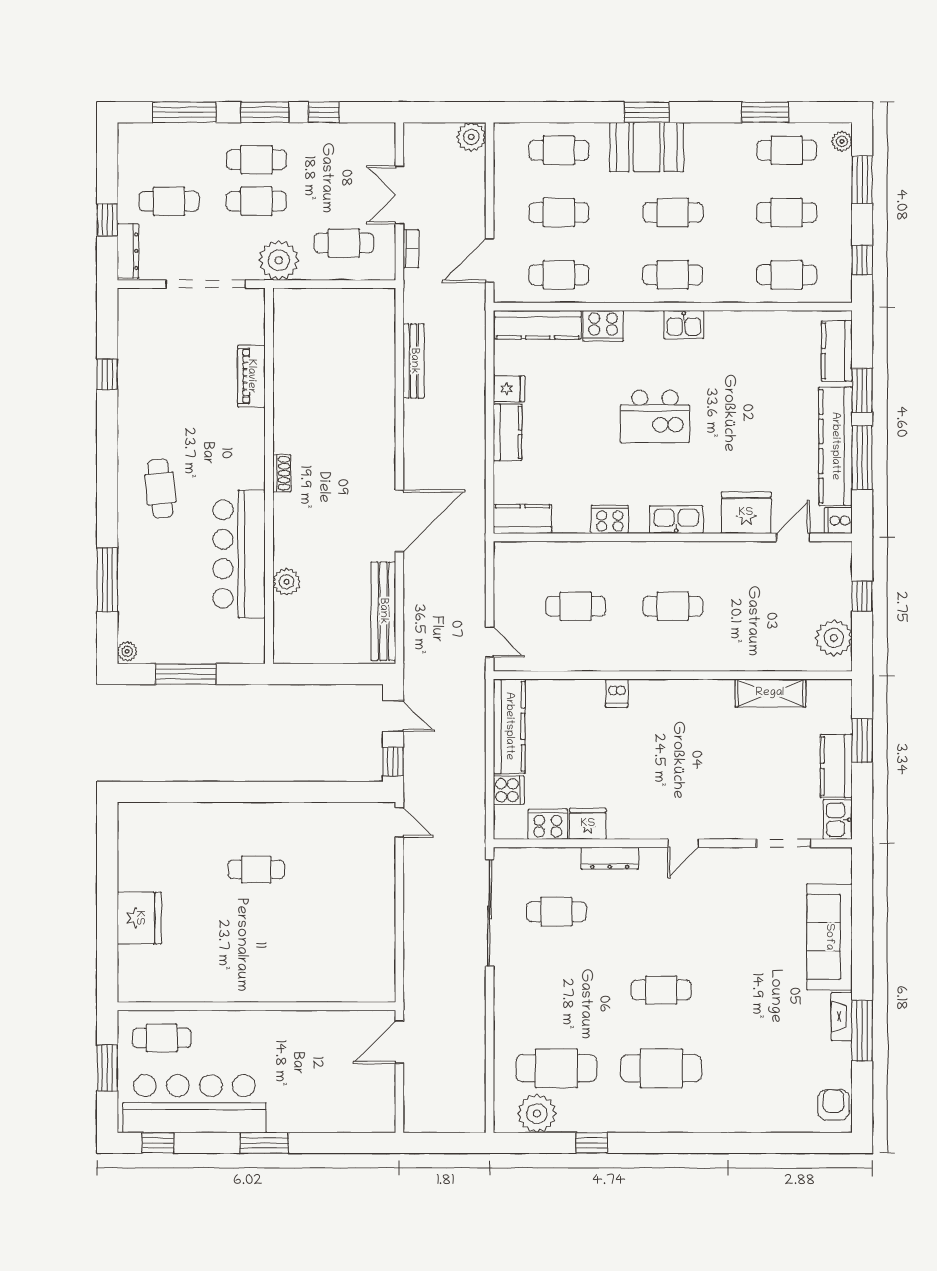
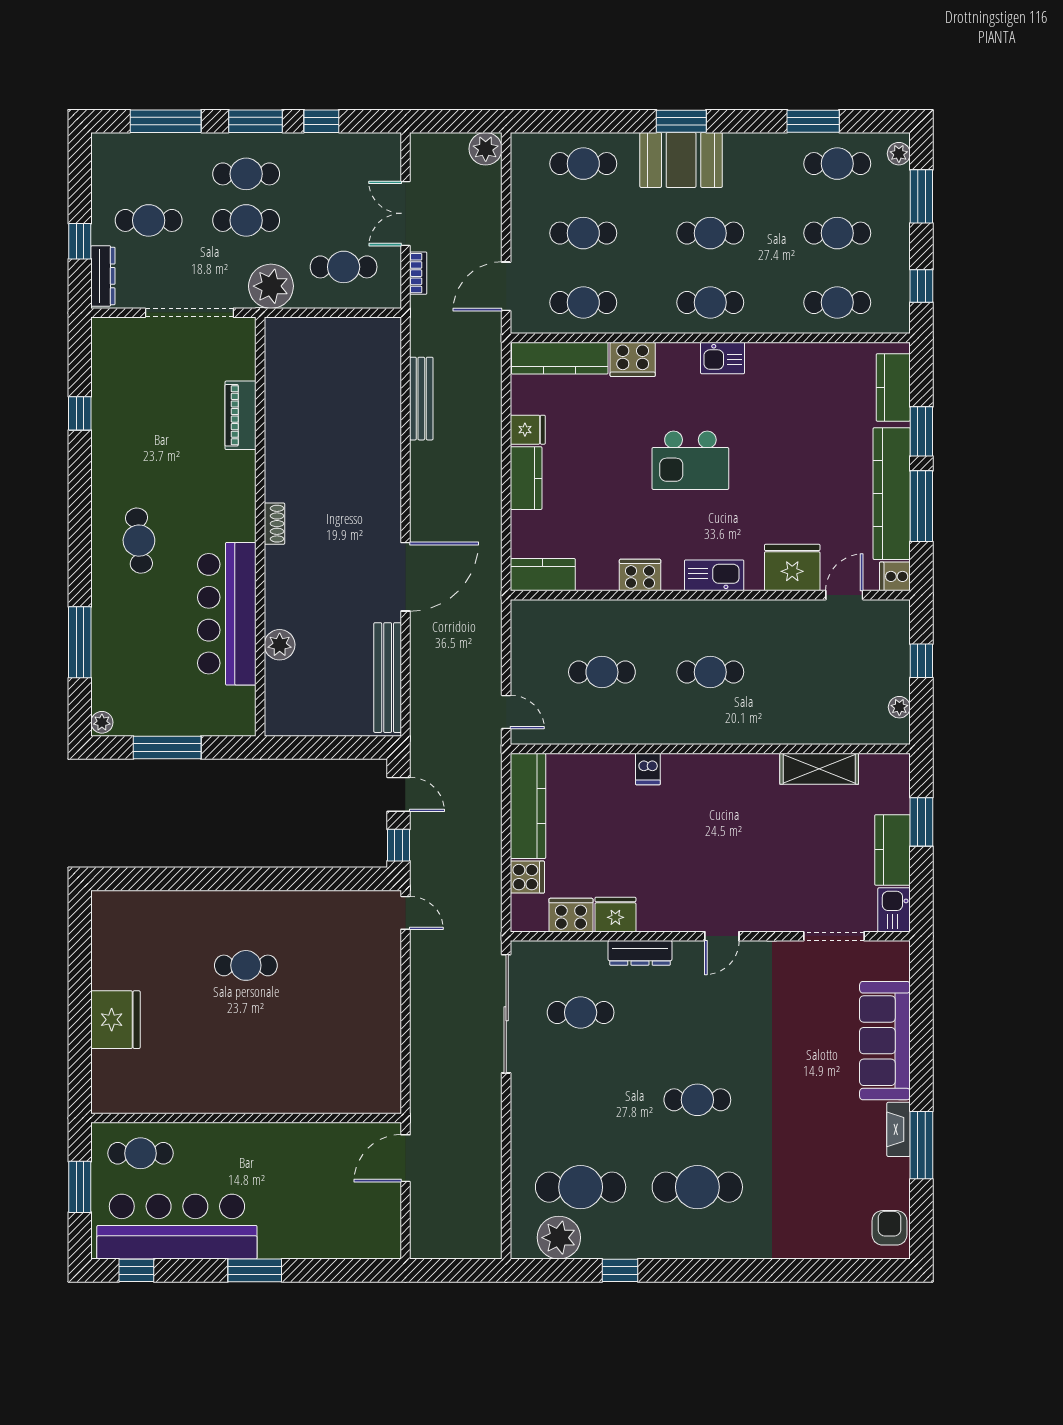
plant: (834, 638) -> (899, 707), width x0.53, depth x0.53

